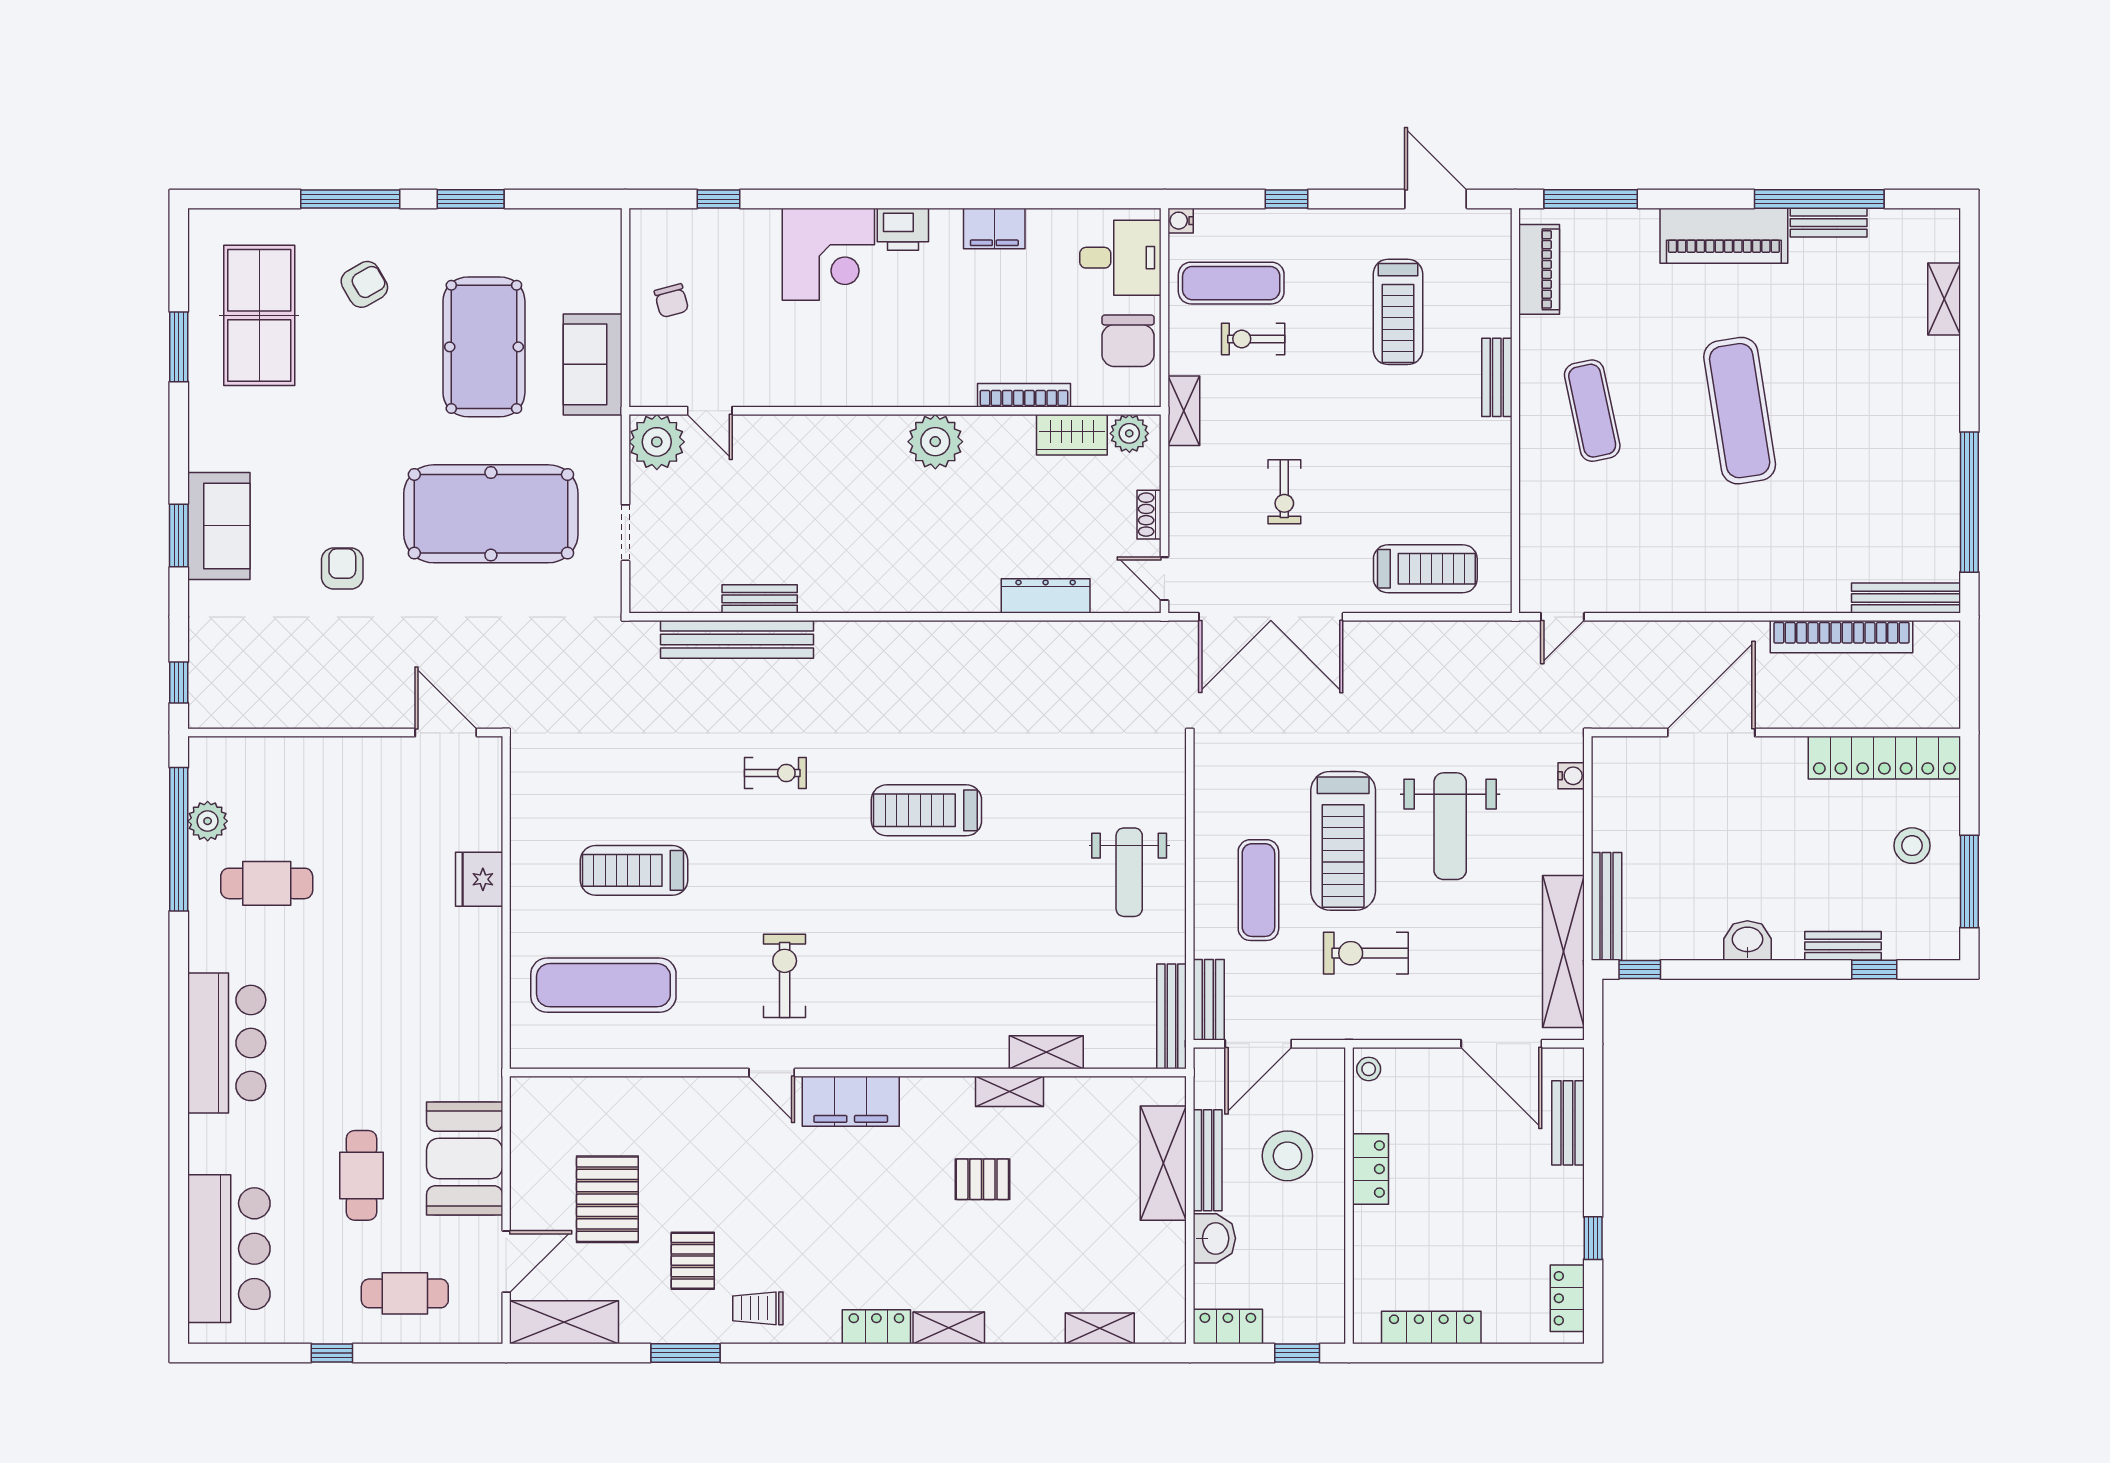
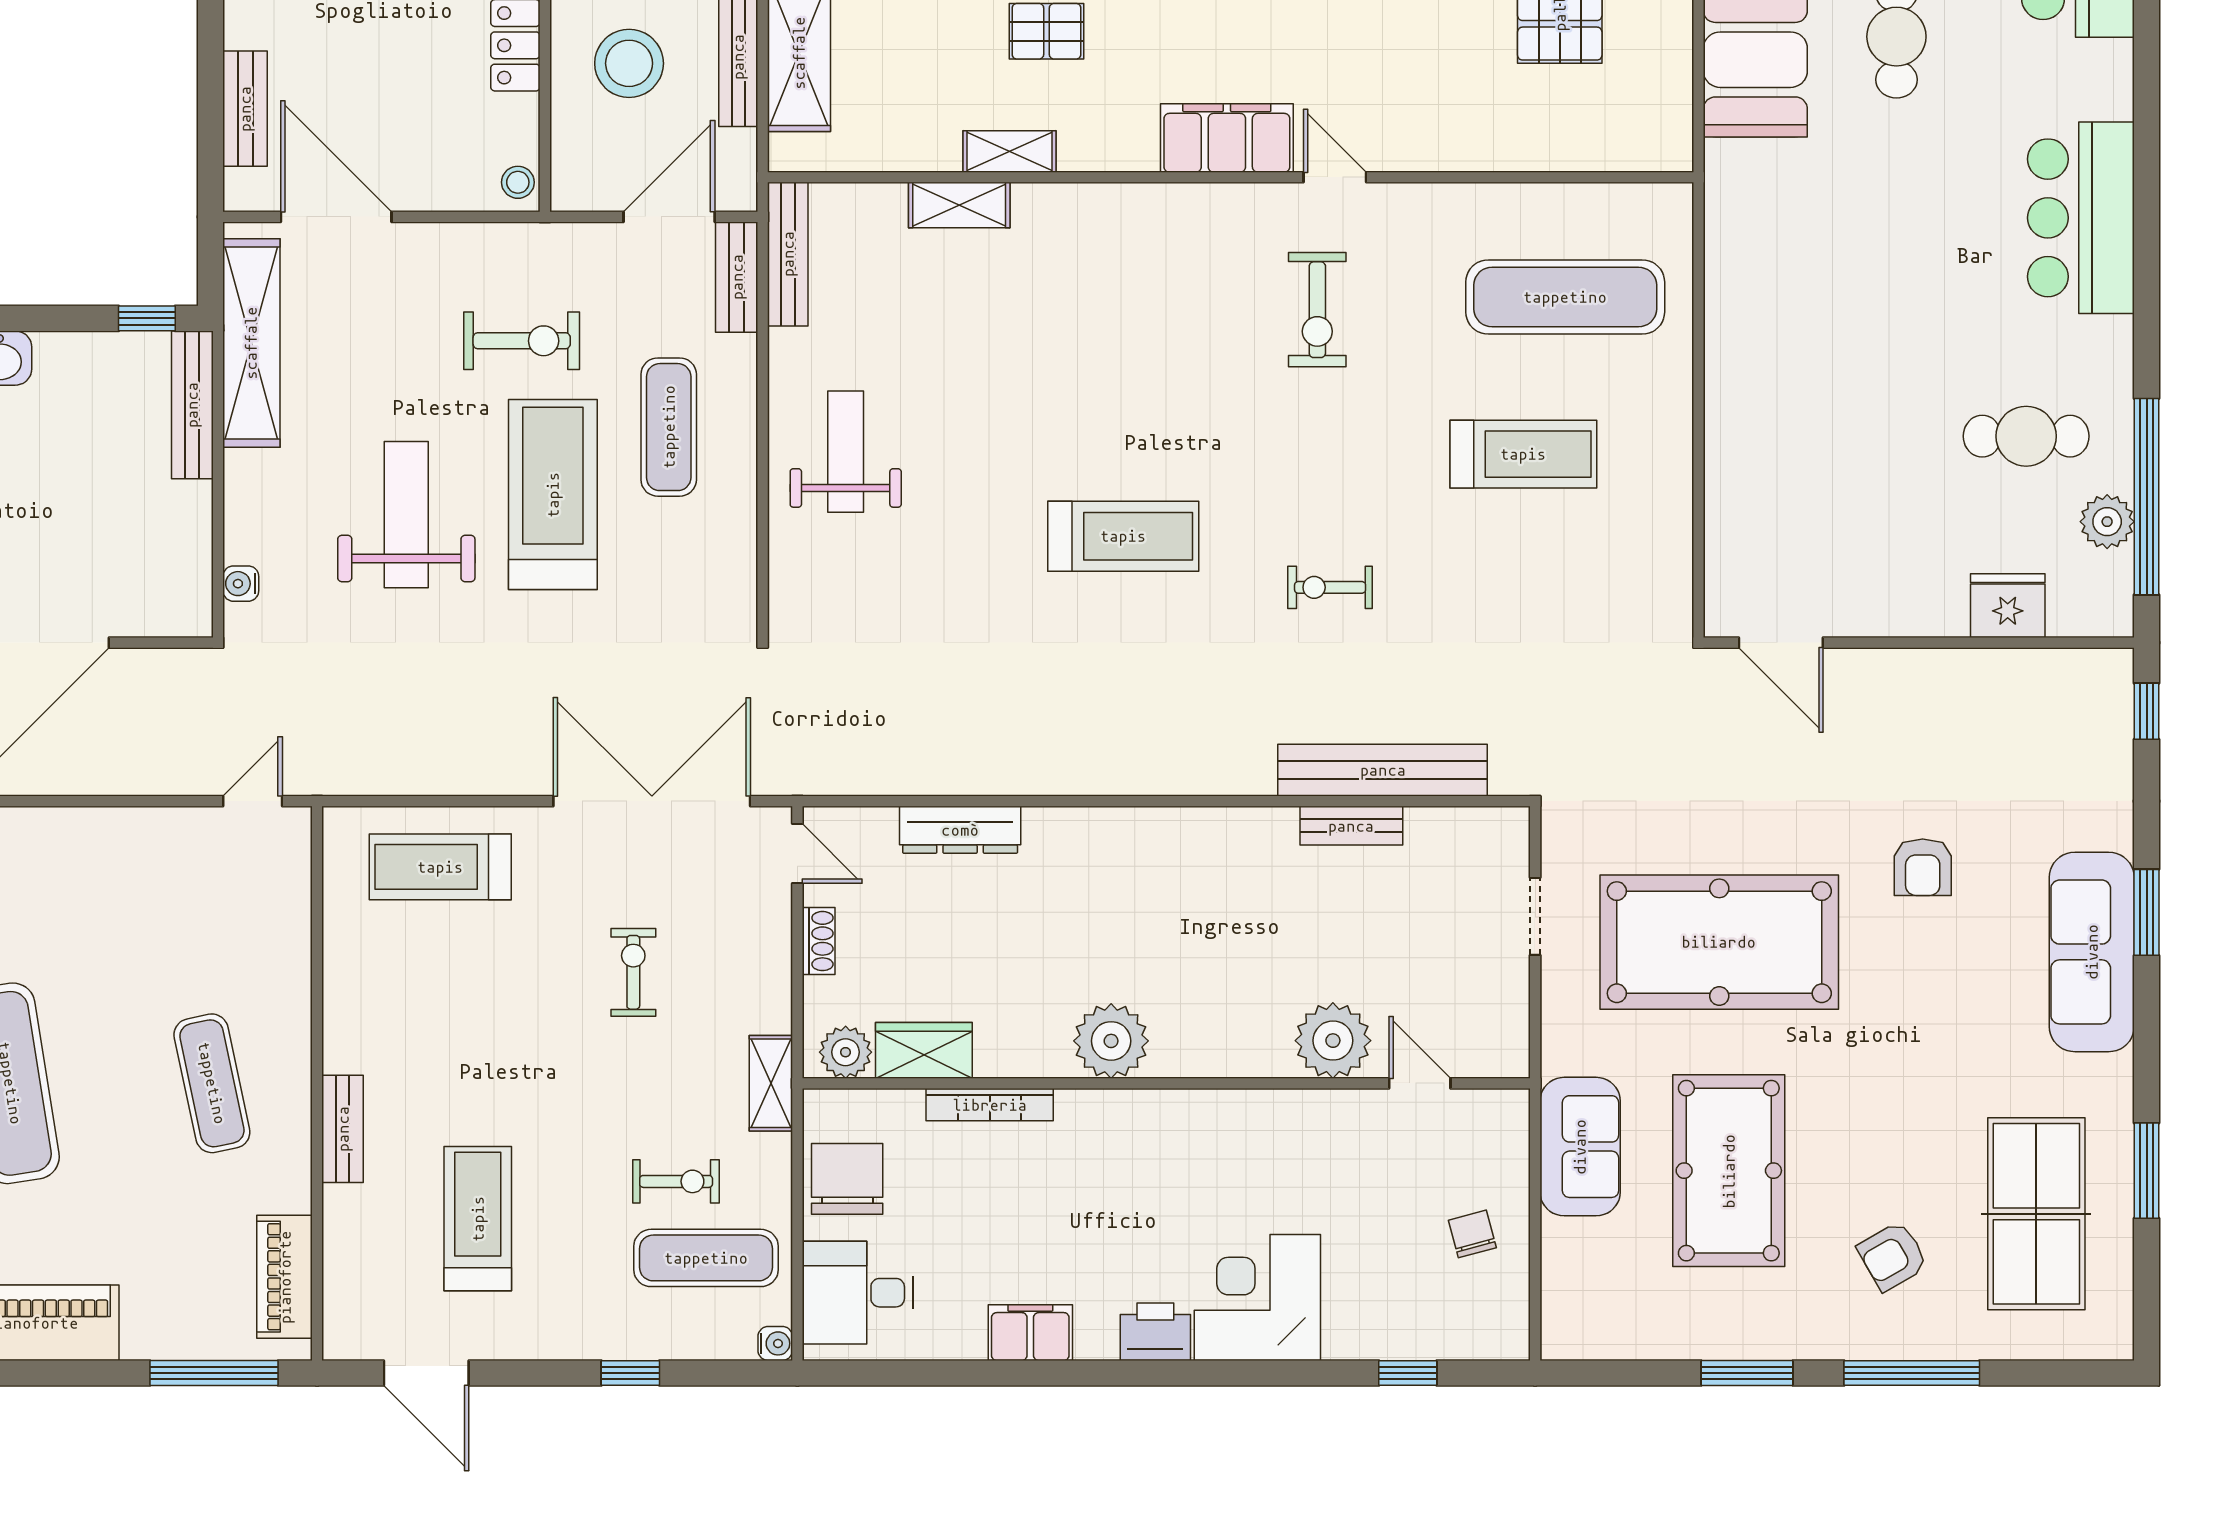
plant: (657, 442) -> (1333, 1041), moved
sofa: (219, 526) -> (2092, 952), width x1.36
fridge: (479, 879) -> (2008, 606), moved, turned -90

